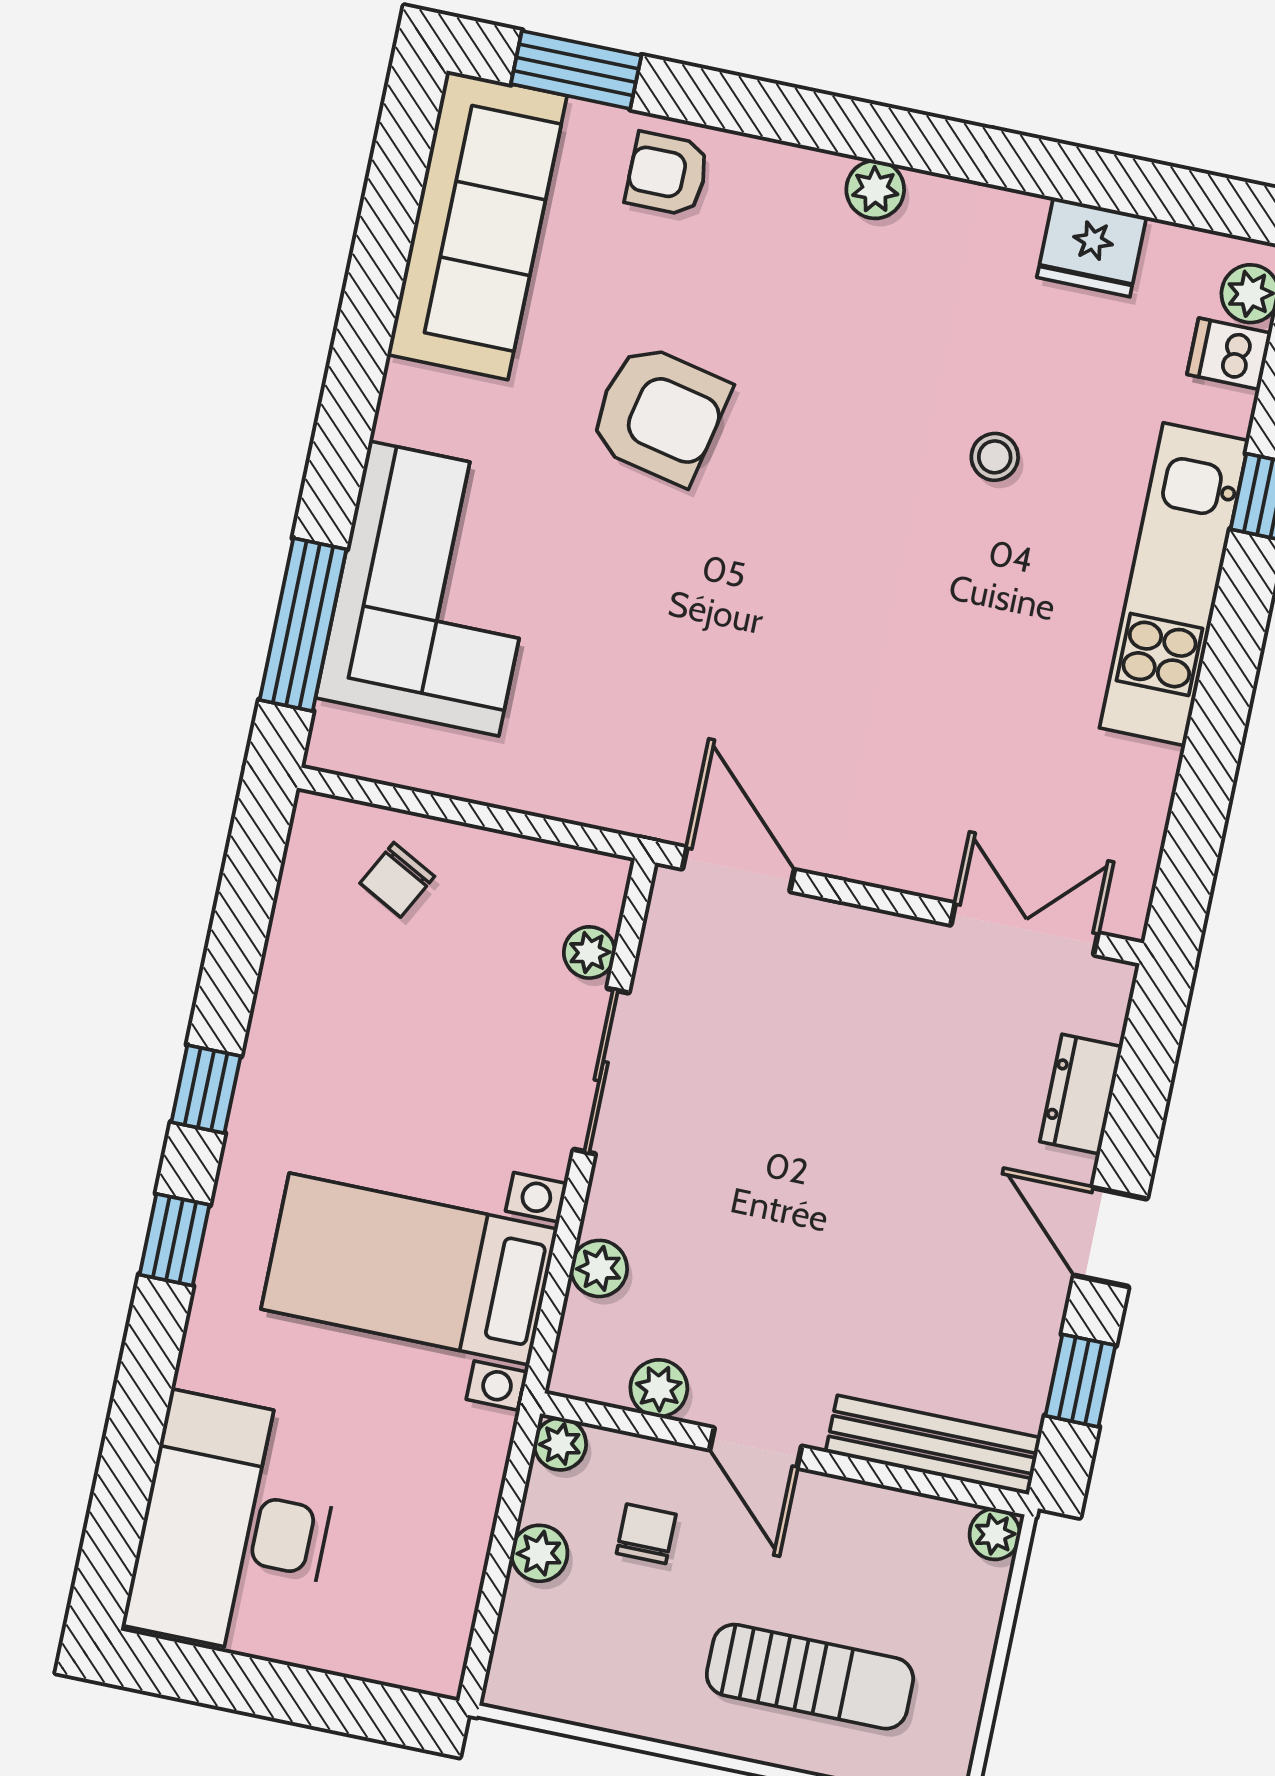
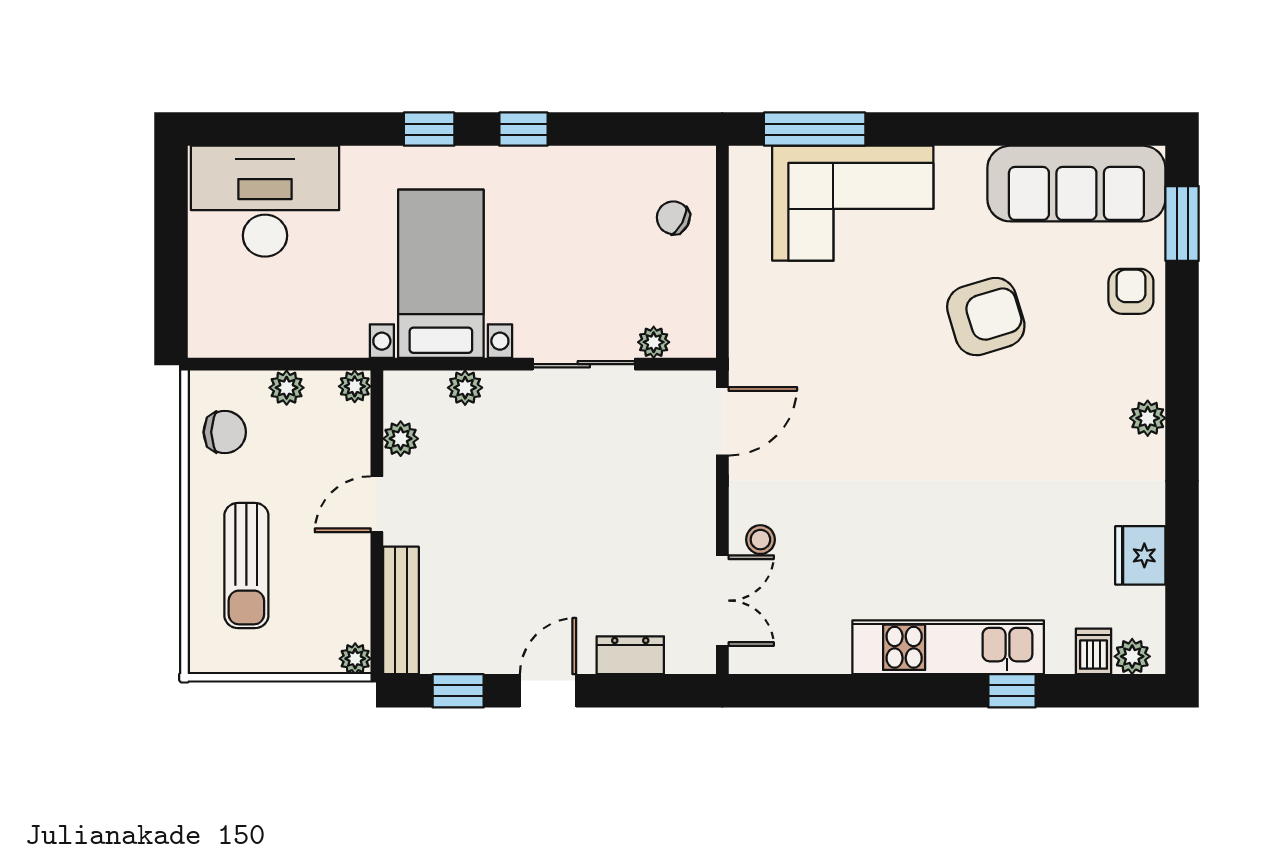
armchair: (659, 414) -> (986, 317), turned -119
stool: (995, 457) -> (760, 540), moved
chair: (646, 1534) -> (225, 432), moved, width x1.37, depth x1.37

